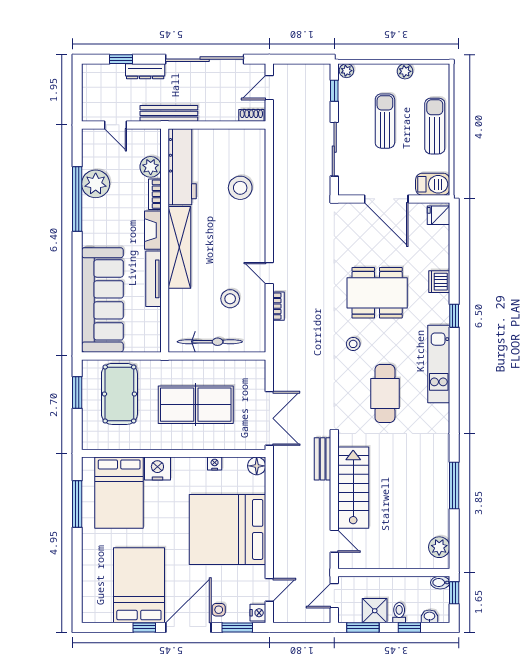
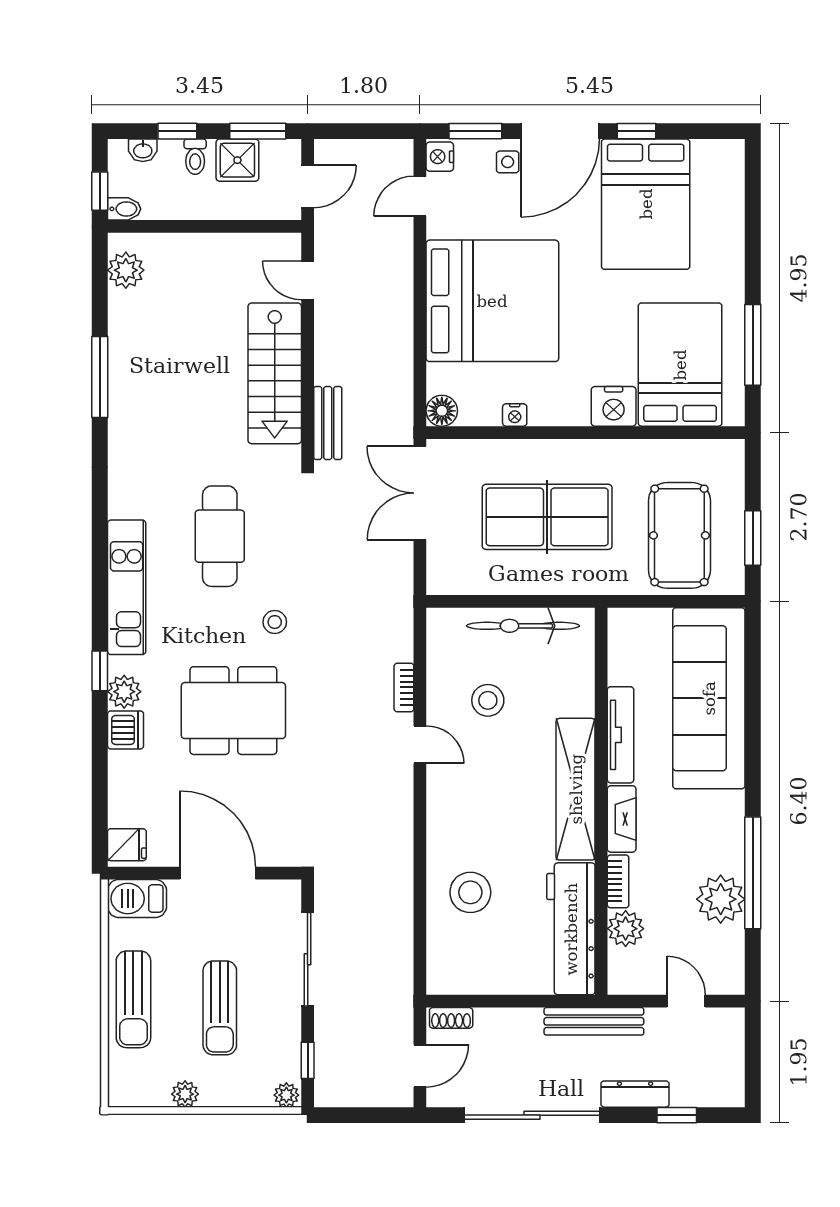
plant: (440, 304) -> (124, 692), added

